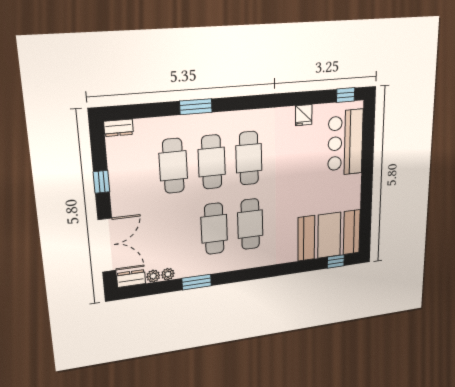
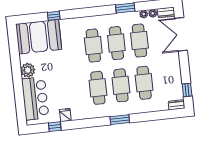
window: (346, 95) -> (55, 127), moved
window: (196, 107) -> (120, 120), moved
window: (101, 182) -> (187, 90), moved
plant: (351, 186) -> (28, 70), added
cafe table: (177, 234) -> (139, 41), added
window: (336, 261) -> (54, 16), moved

